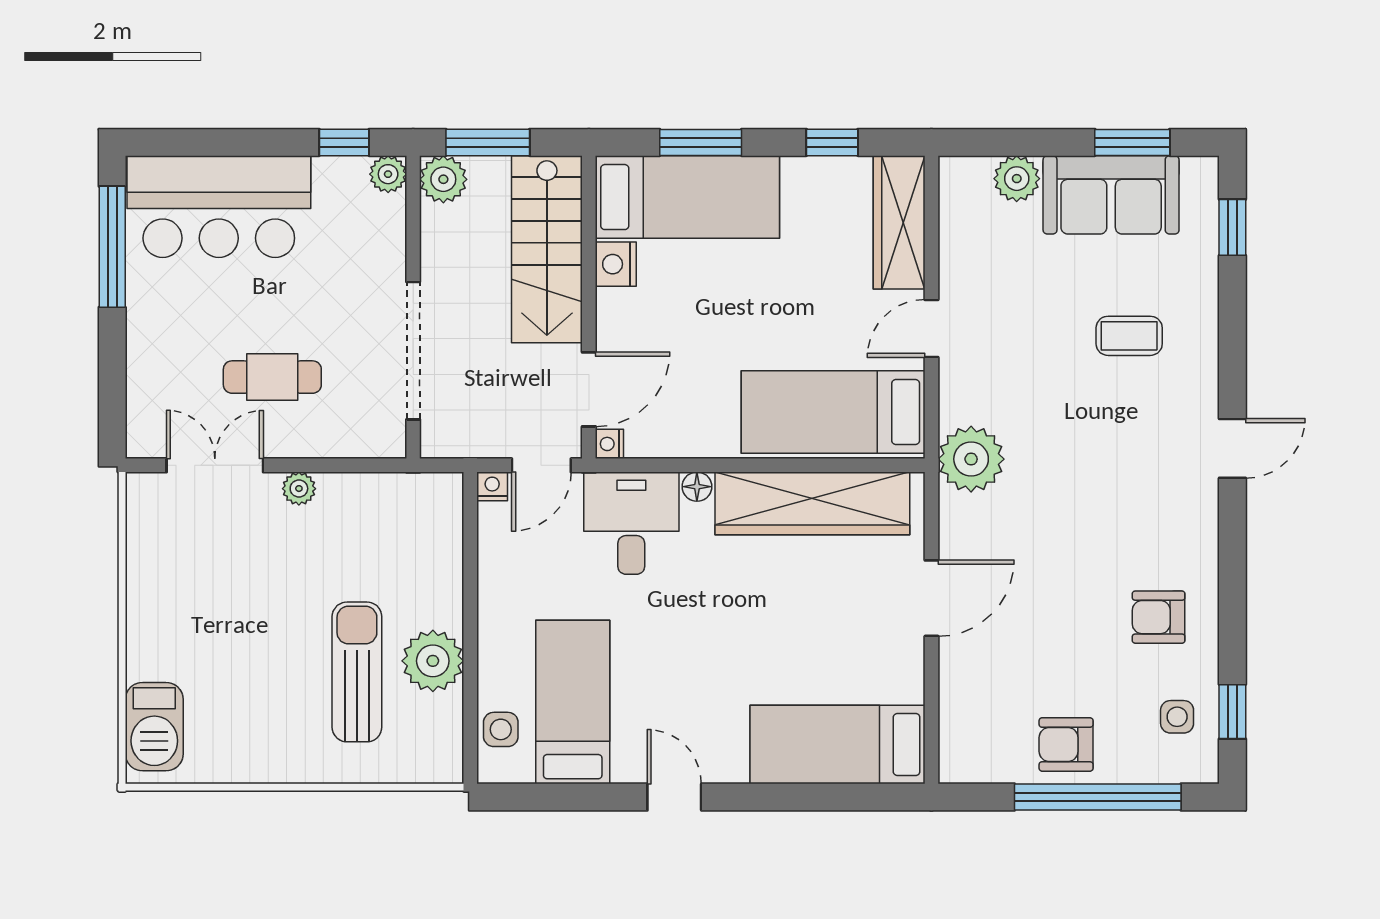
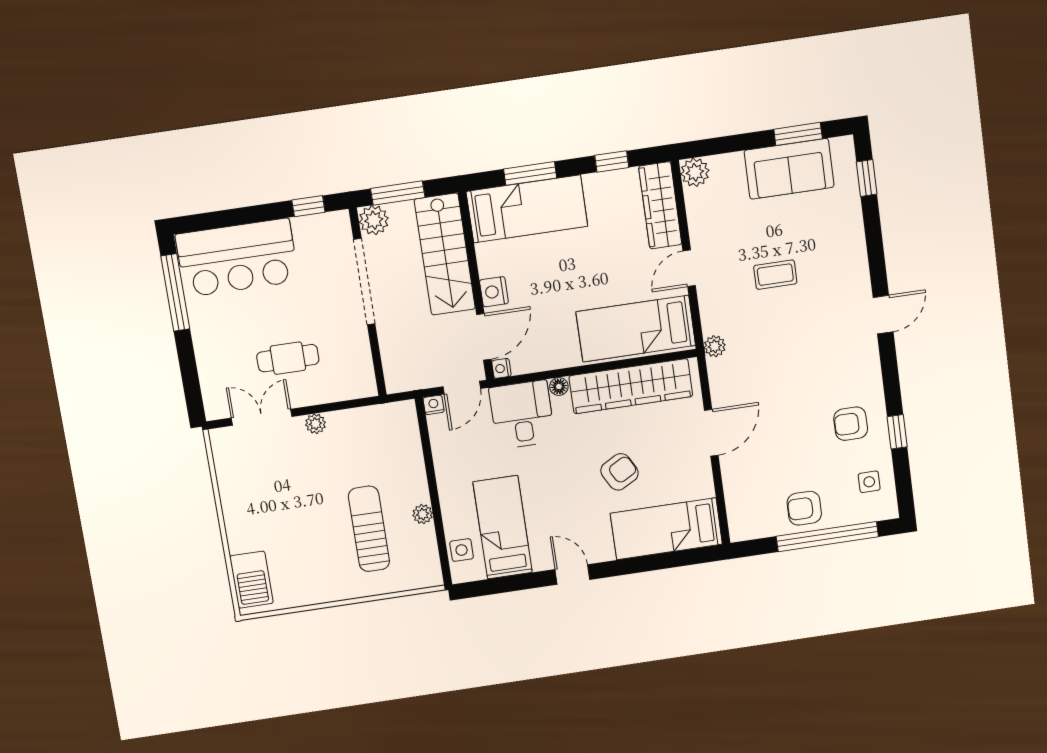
plant: (388, 174) -> (339, 222), removed
plant: (1017, 179) -> (695, 172), moved
nightstand: (616, 264) -> (494, 292), moved
coffee table: (1129, 336) -> (775, 275), moved
doorway: (413, 351) -> (364, 282), moved
plant: (971, 459) -> (715, 346), width x0.53, depth x0.53
armchair: (775, 640) -> (620, 472), added
plant: (433, 661) -> (423, 514), width x0.53, depth x0.53
window: (1232, 712) -> (897, 432), moved

